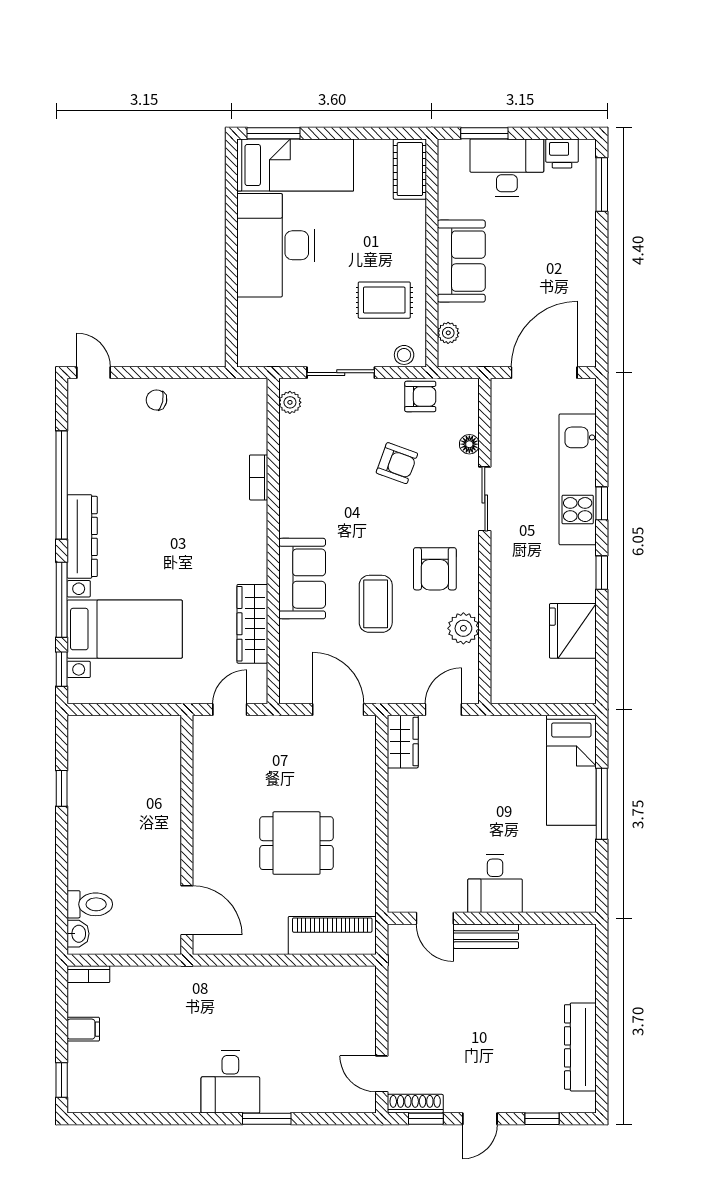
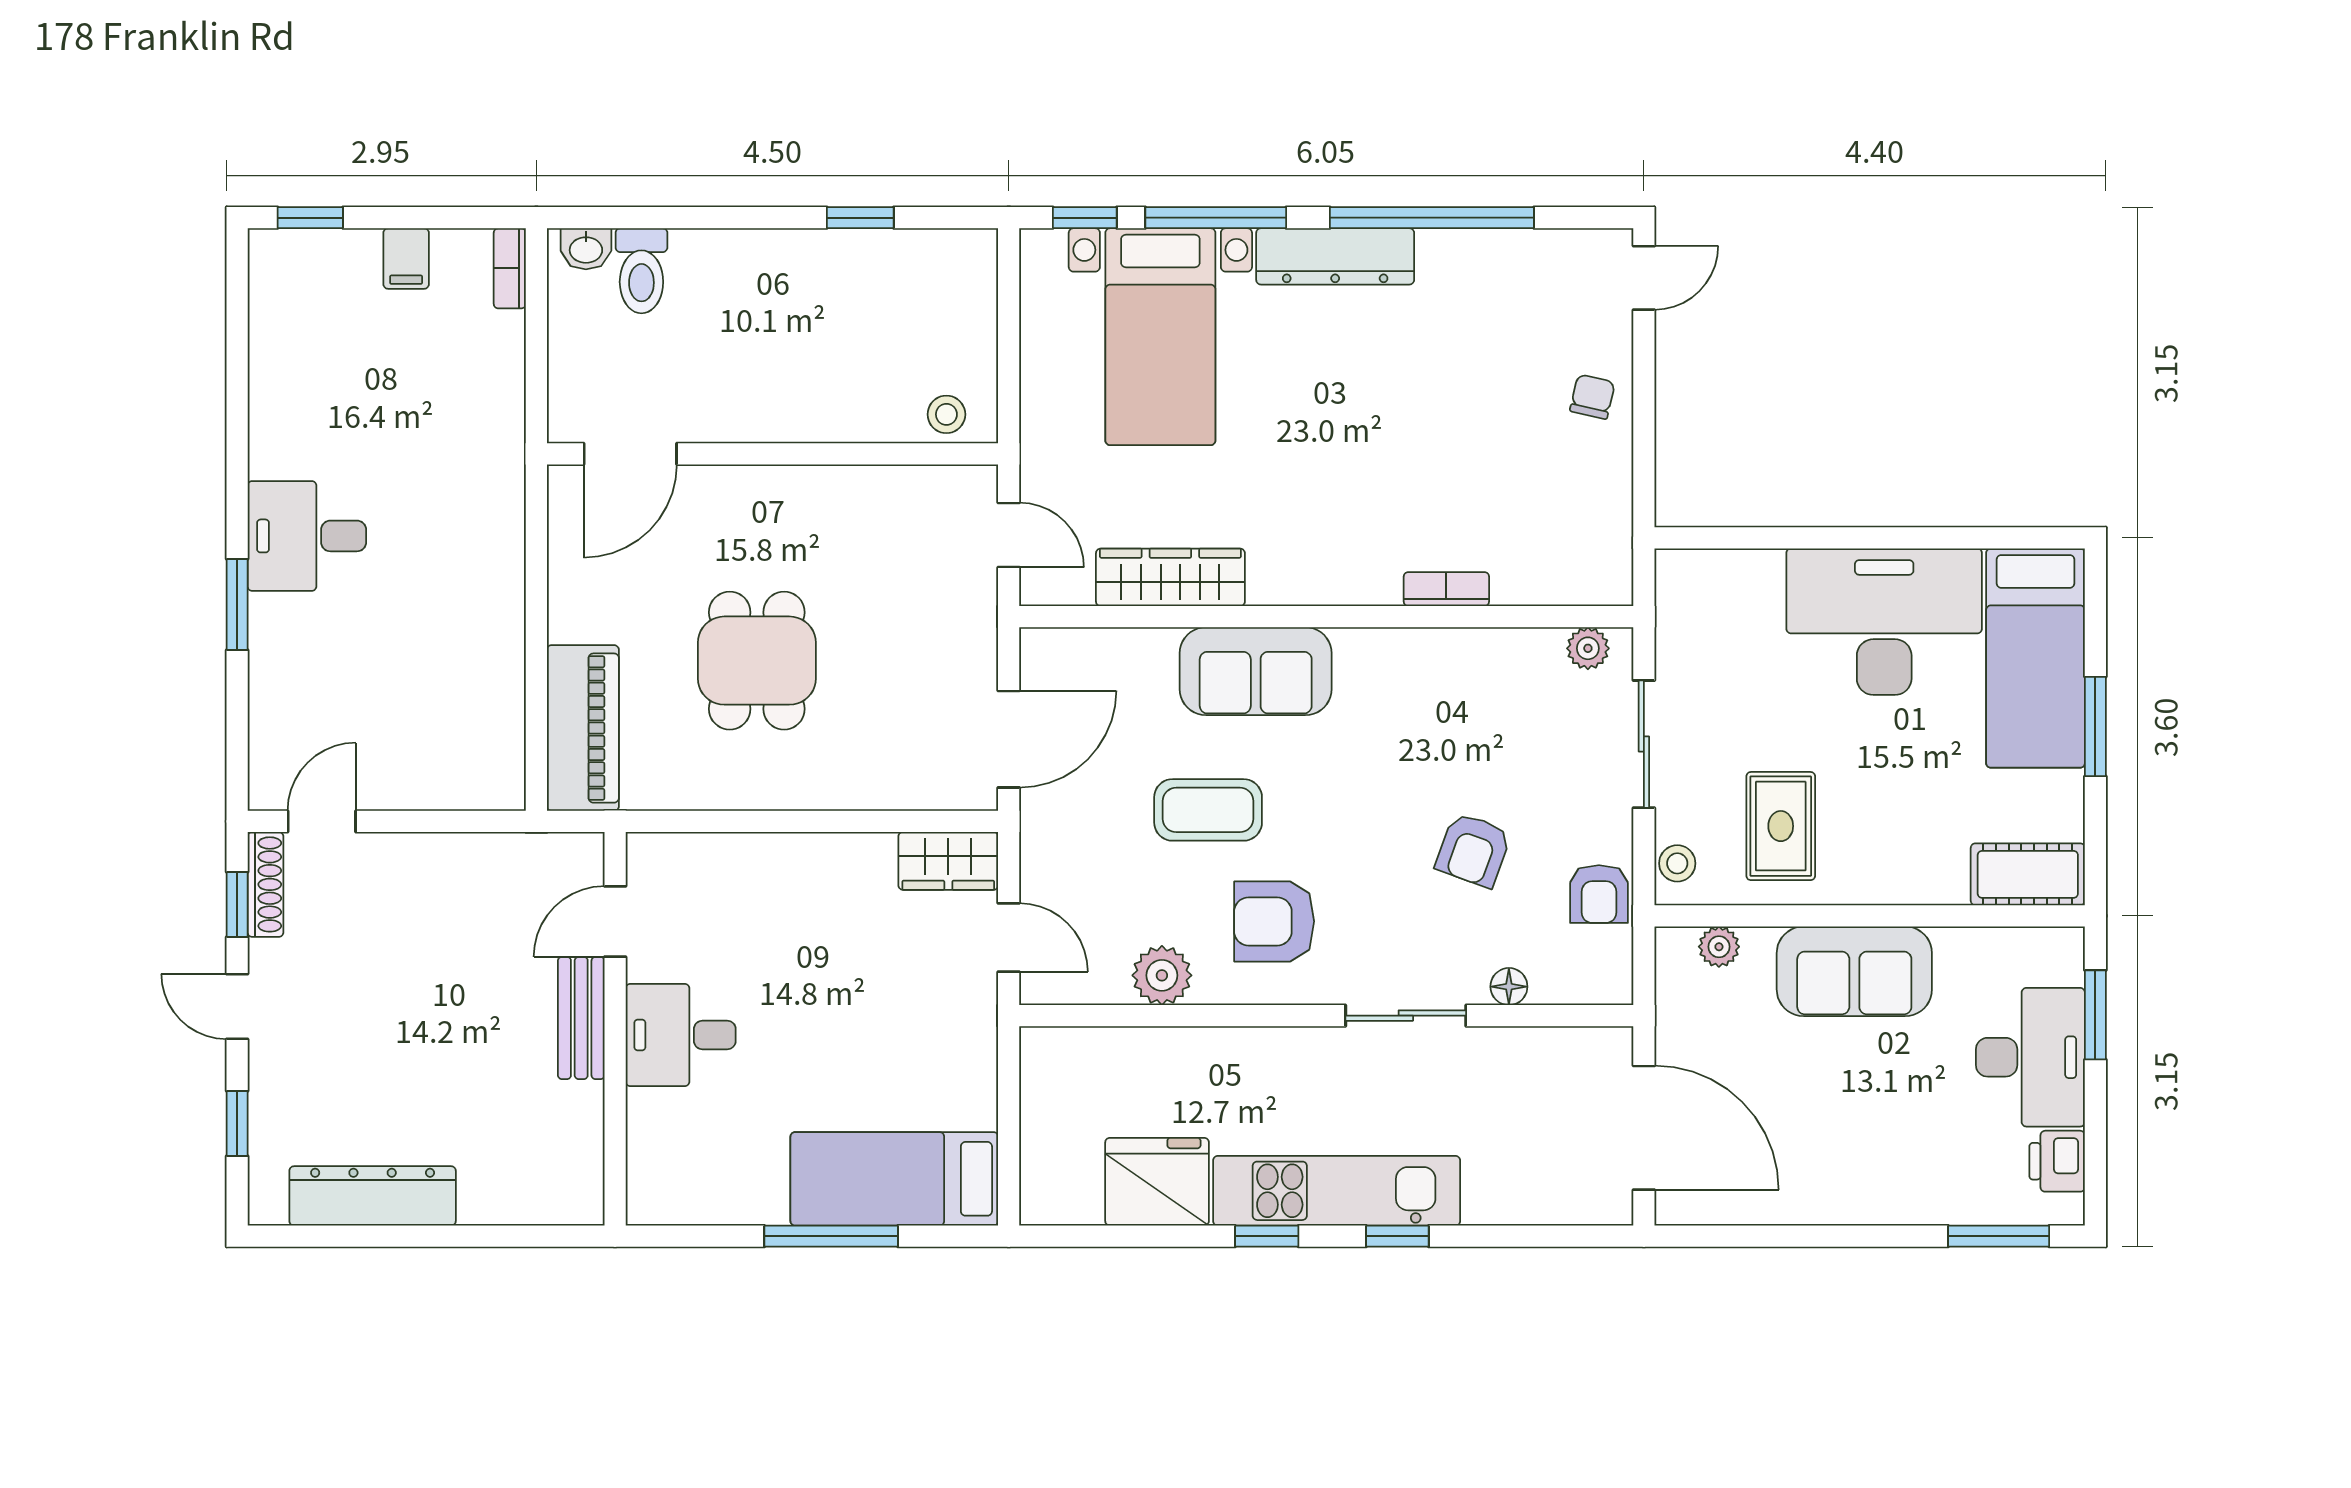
window: (273, 133) -> (2095, 727), moved
kitchen unit: (578, 479) -> (1337, 1191), moved
stool: (166, 743) -> (946, 414), added

